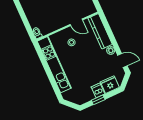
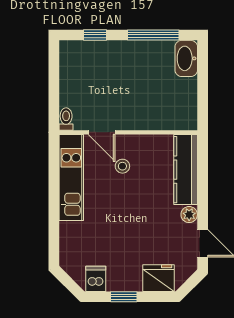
door: (76, 22) -> (102, 132), moved
kitchen unit: (54, 65) -> (71, 178), width x0.73
dishwasher: (98, 90) -> (96, 279), moved

